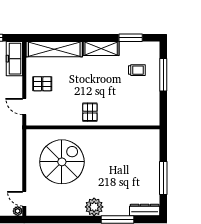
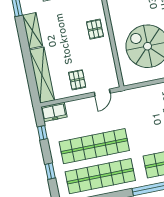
freezer: (14, 59) -> (54, 112), width x0.71
pallet: (90, 112) -> (95, 29), turned 90

